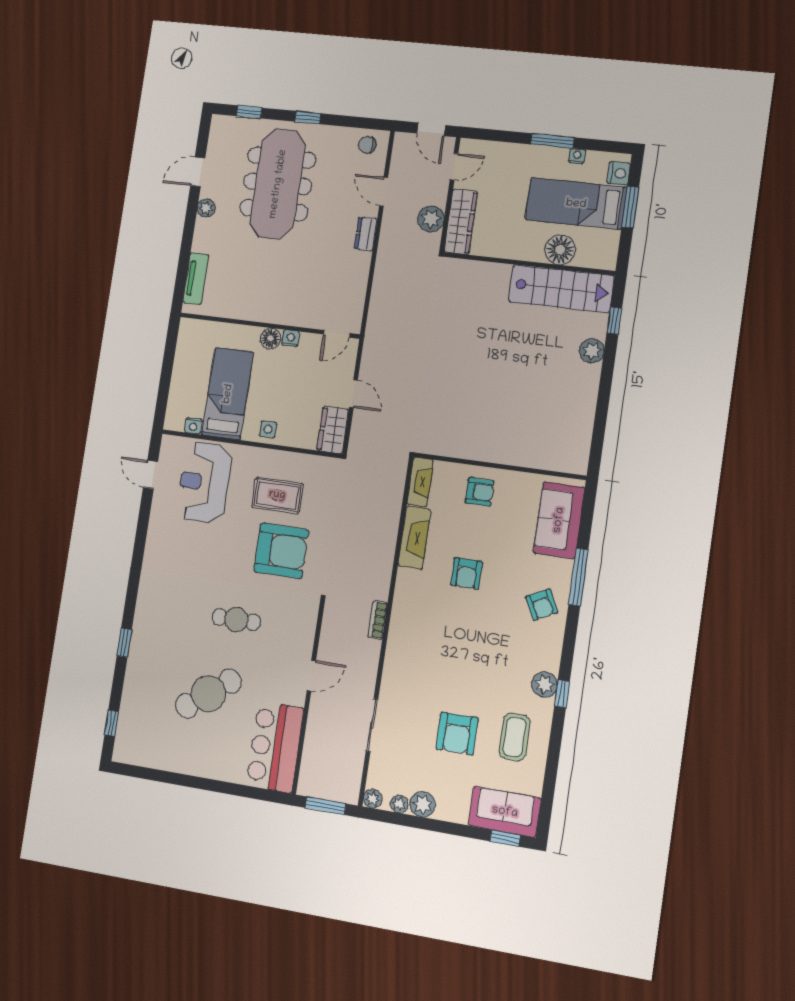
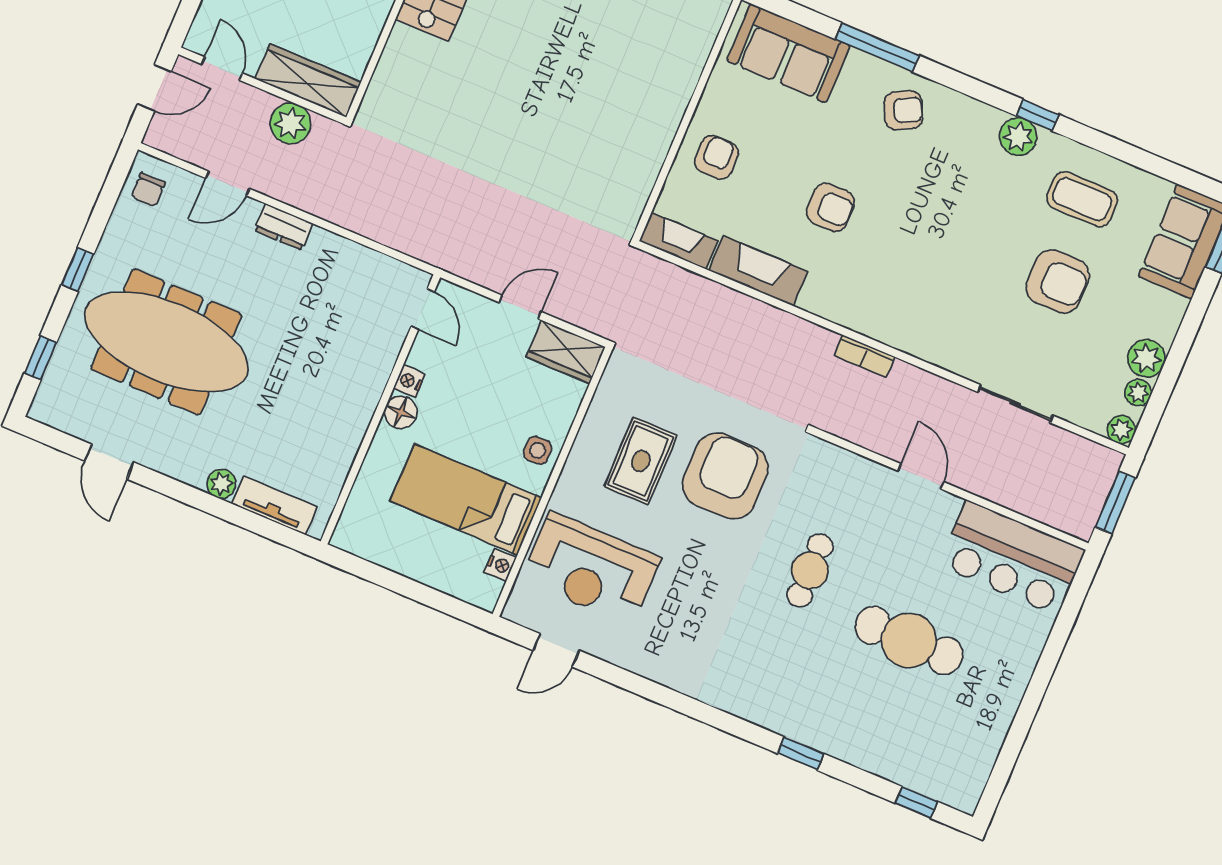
plant: (206, 208) -> (221, 484), moved
cafe table: (208, 694) -> (909, 641), turned -52

